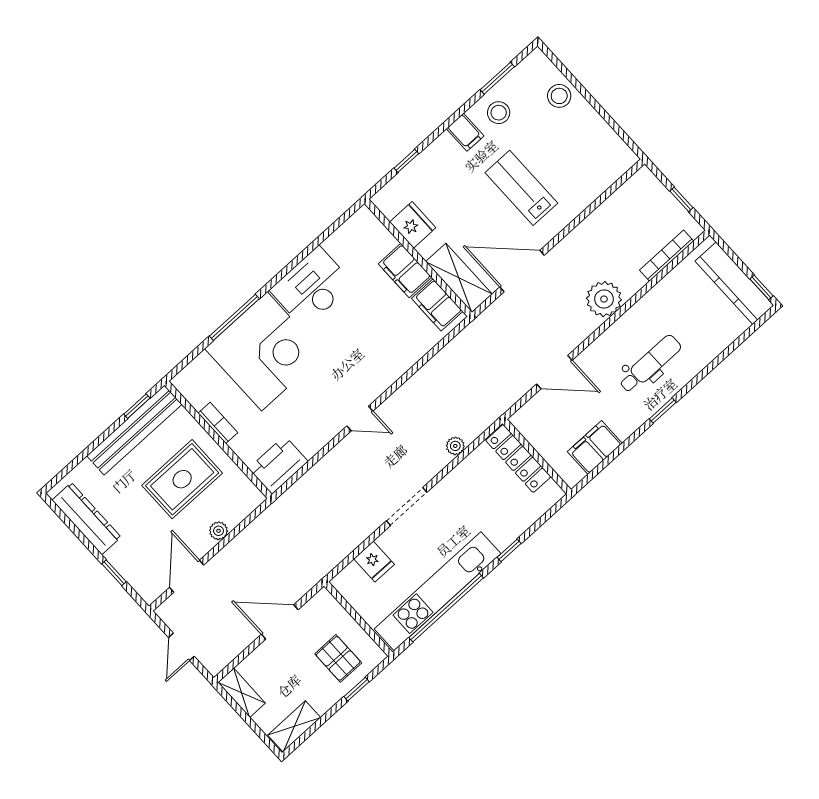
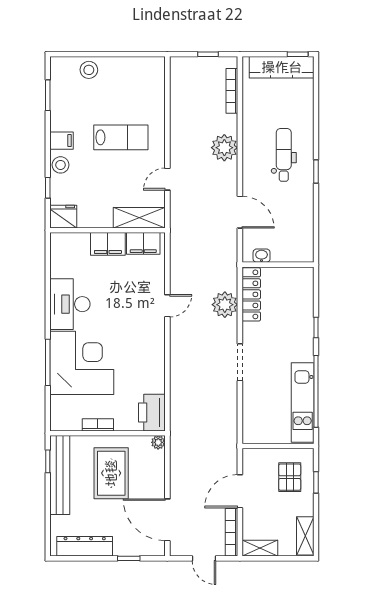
stool: (499, 113) -> (61, 165), moved
lab bench: (521, 188) -> (121, 137), turned 180
fridge: (413, 225) -> (63, 217), moved
door: (522, 271) -> (167, 179), width x0.53
door: (554, 372) -> (240, 212), hinge flipped
door: (360, 419) -> (167, 306), moved
washbasin: (531, 432) -> (262, 256), added
plant: (455, 446) -> (225, 305), width x1.88, depth x1.88
filing cabinet: (595, 447) -> (302, 228), removed
locker: (518, 458) -> (251, 294), moved, turned -90
plant: (219, 531) -> (158, 442), moved
fridge: (374, 562) -> (254, 408), removed
door: (187, 576) -> (167, 520), width x1.36
kitchen unit: (438, 591) -> (303, 402), width x0.73
bookcase: (232, 651) -> (232, 532), added
pallet: (338, 658) -> (290, 477), turned 90

